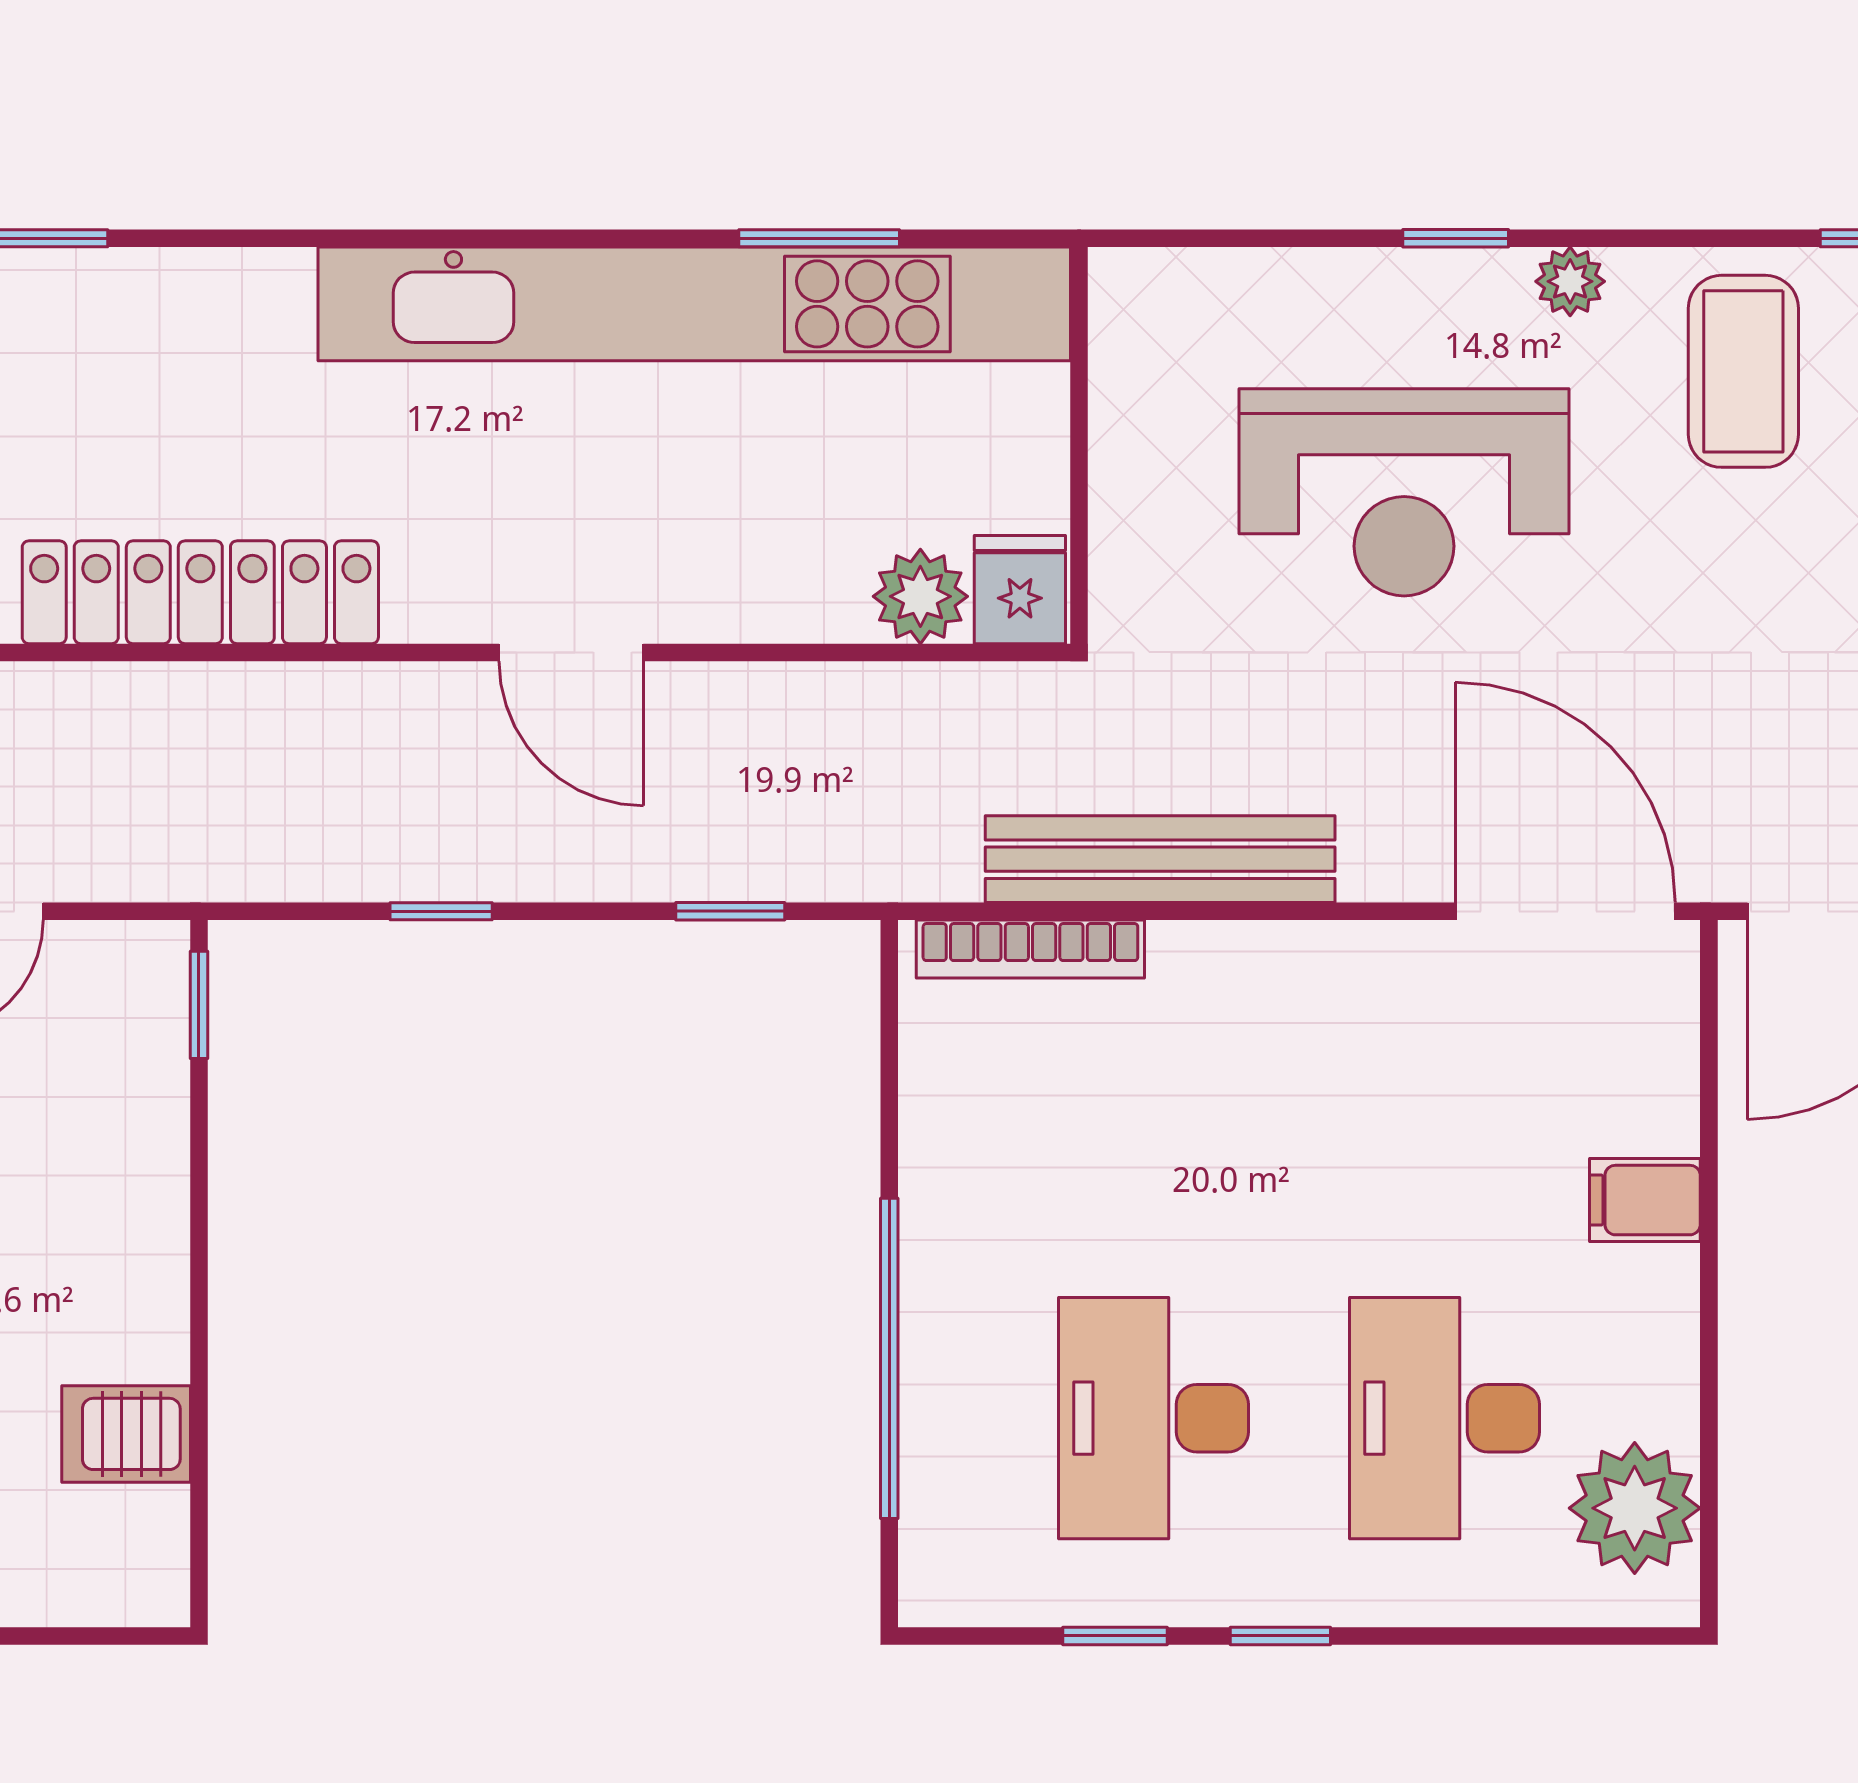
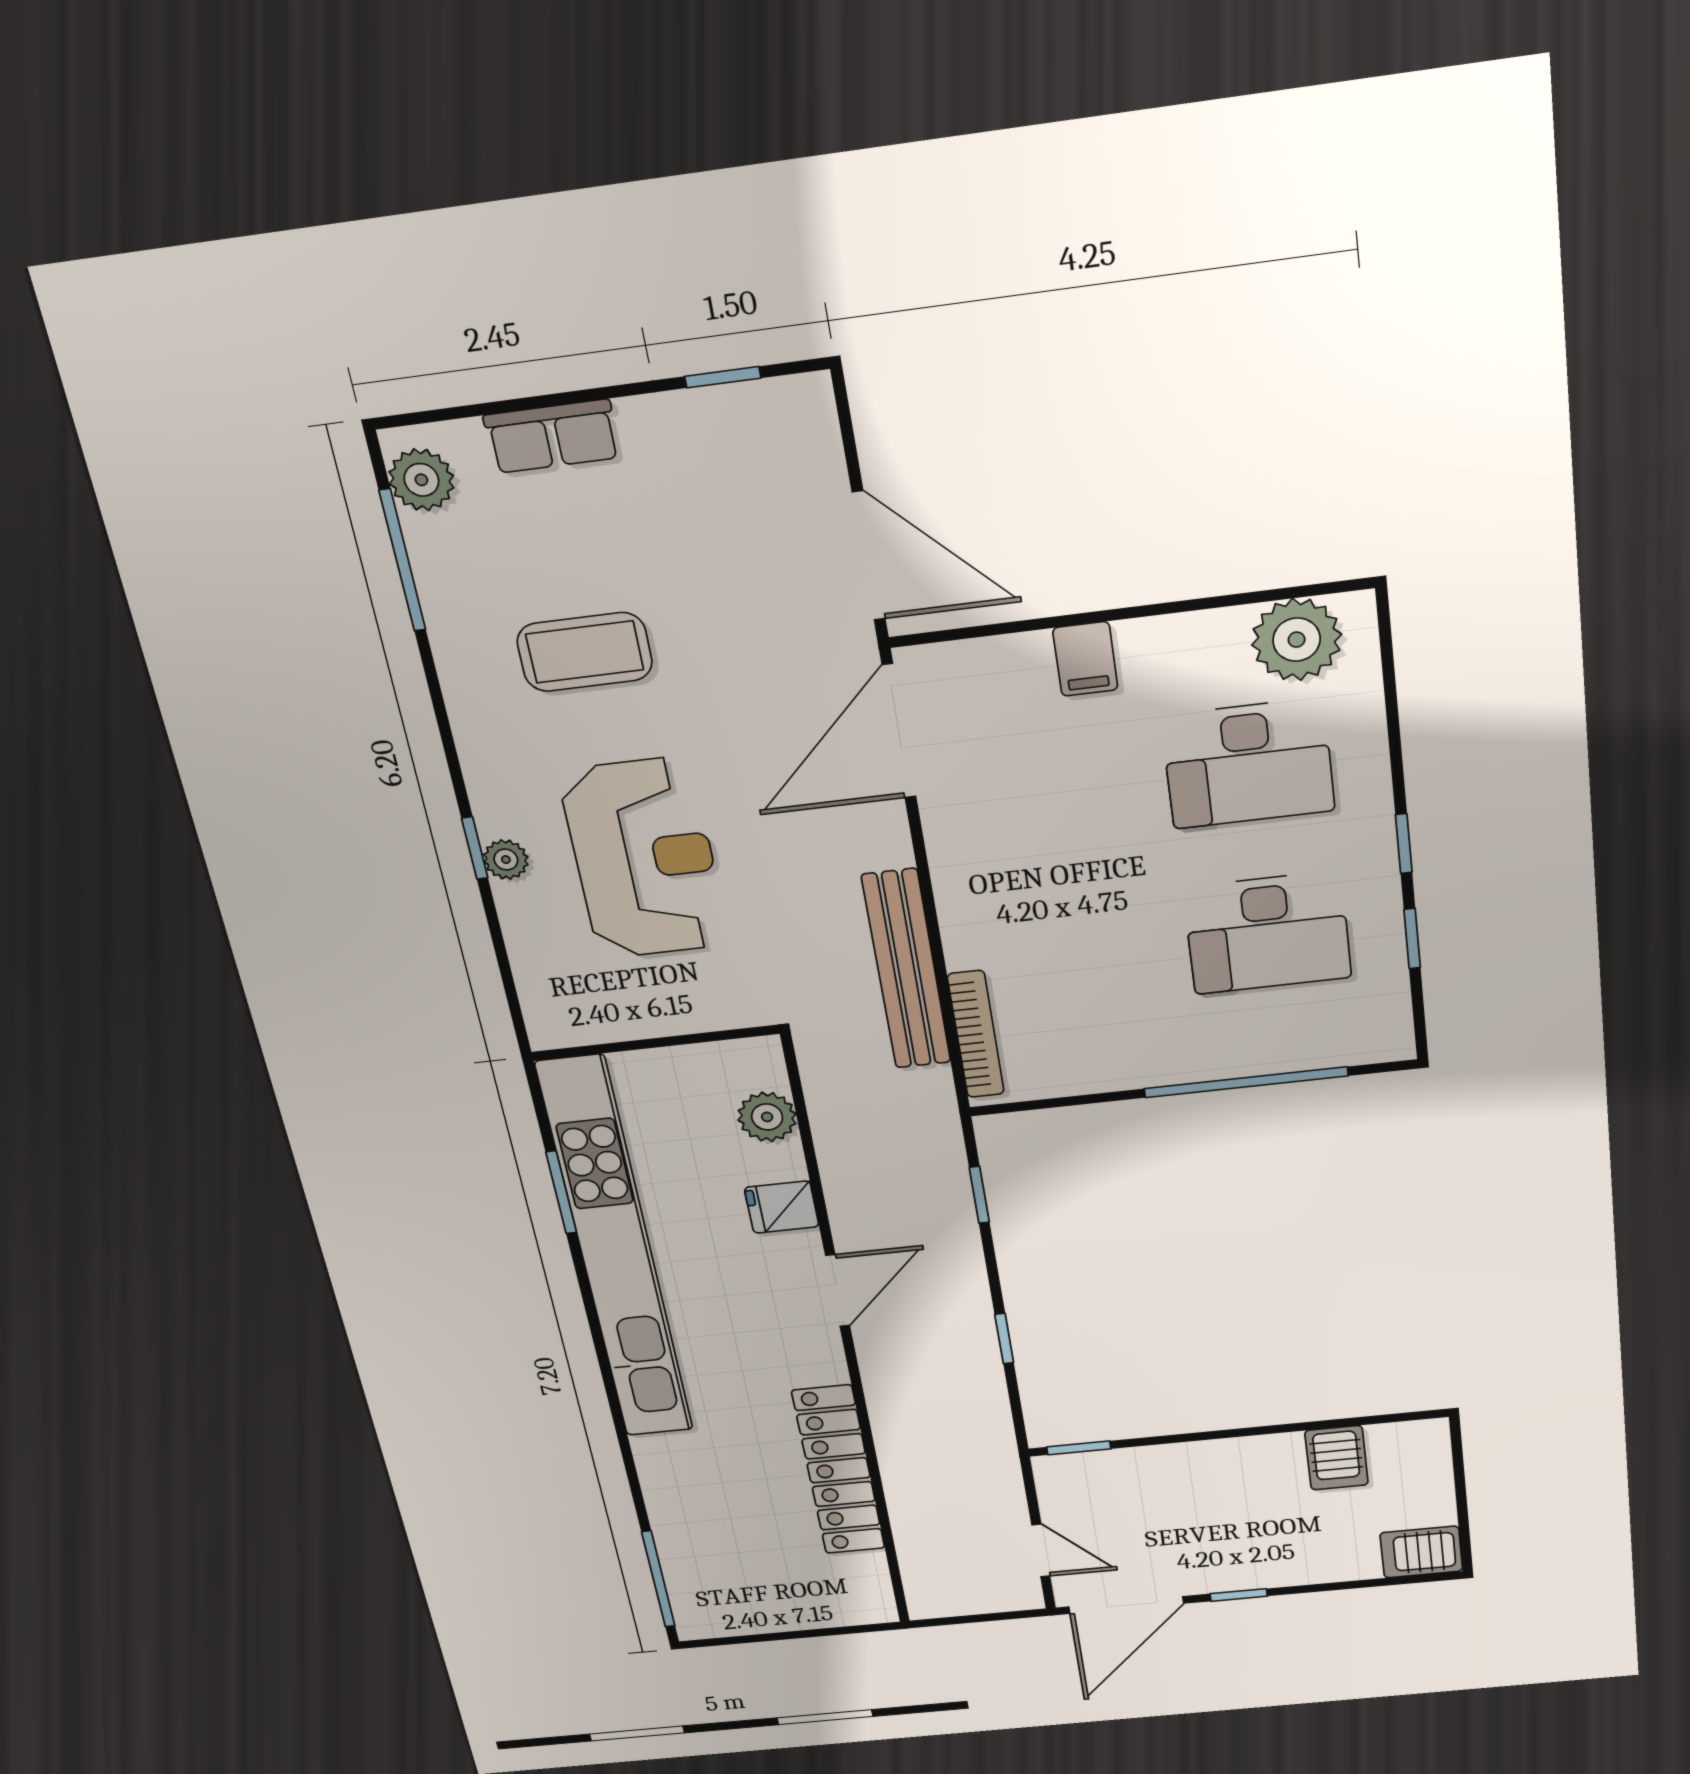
plant: (1570, 281) -> (506, 860), moved
coffee table: (1743, 371) -> (585, 652), moved
fridge: (1020, 590) -> (782, 1207), moved

